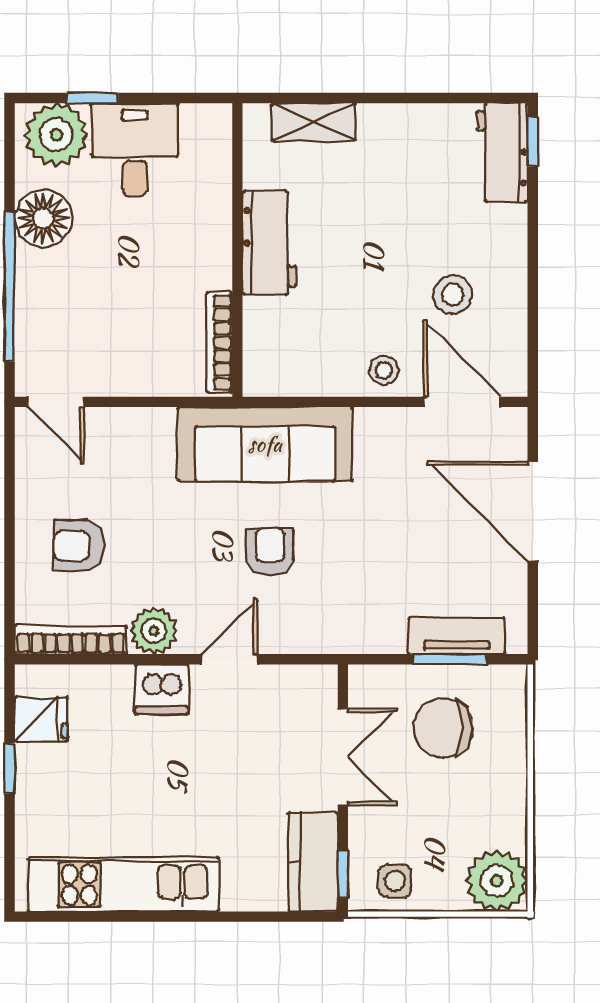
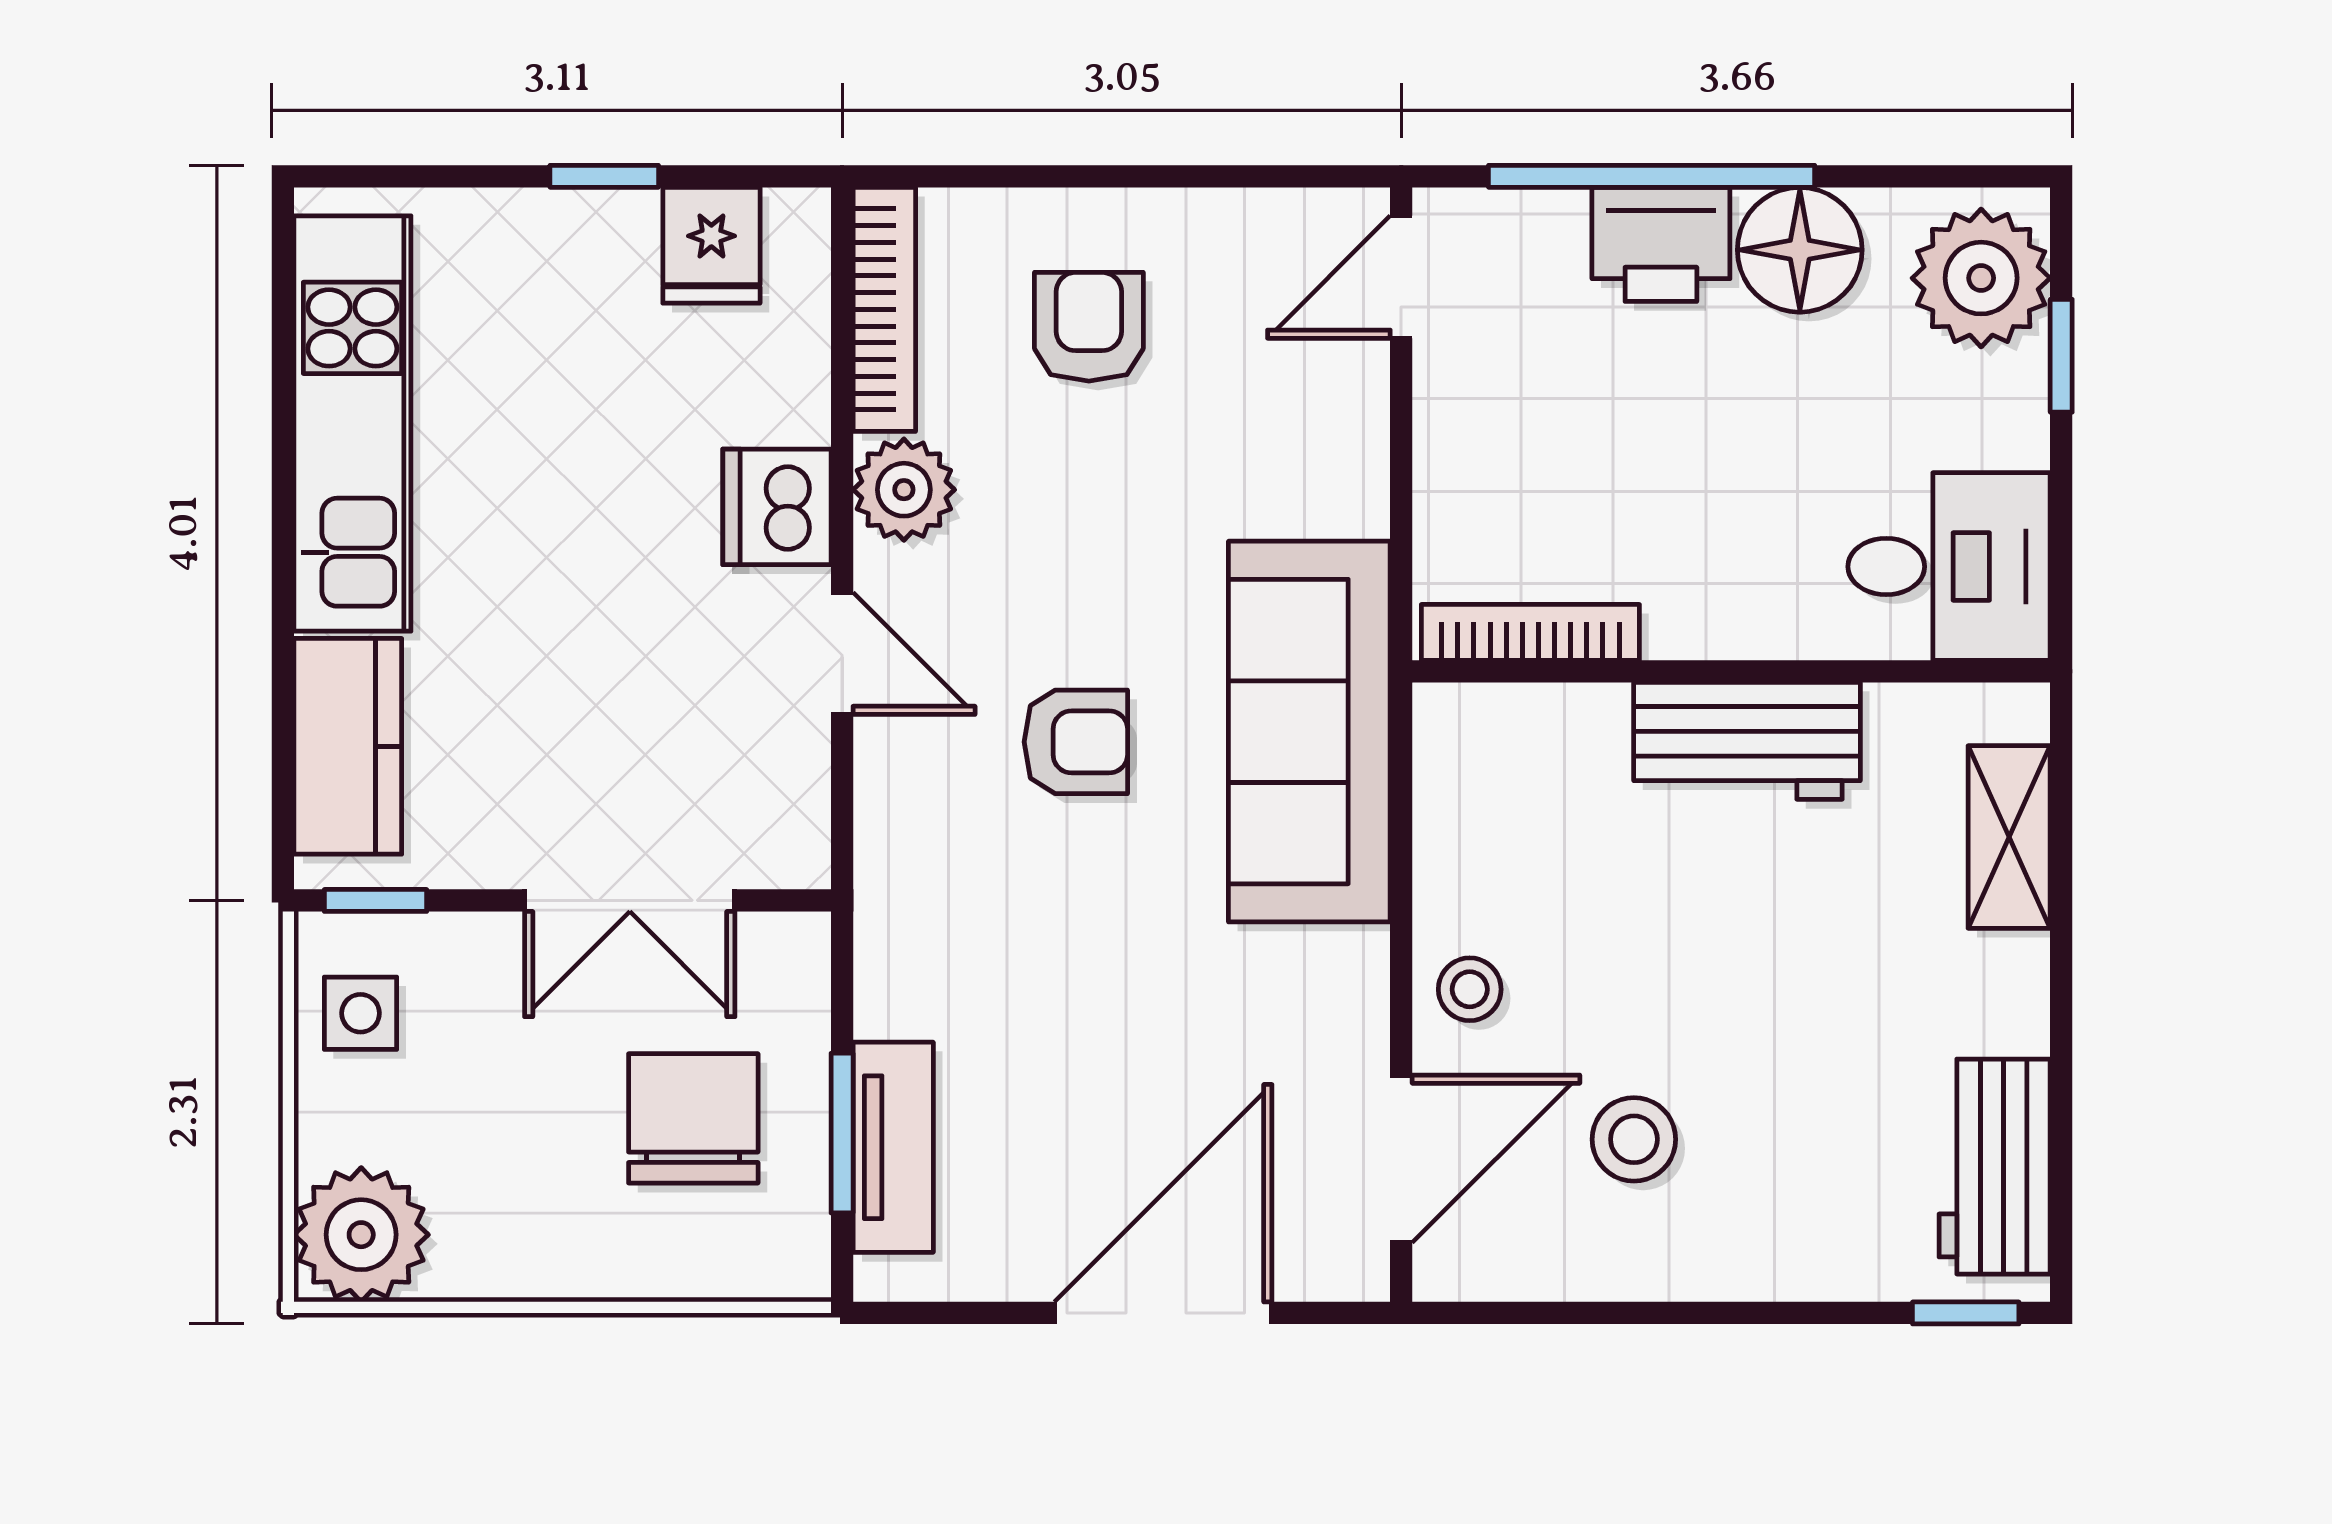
desk: (135, 150) -> (1949, 567), moved
workbench: (502, 153) -> (1995, 1167), moved, turned -90
printer: (41, 282) -> (1661, 244), added
kitchen counter: (313, 862) -> (348, 746), moved, turned 90

